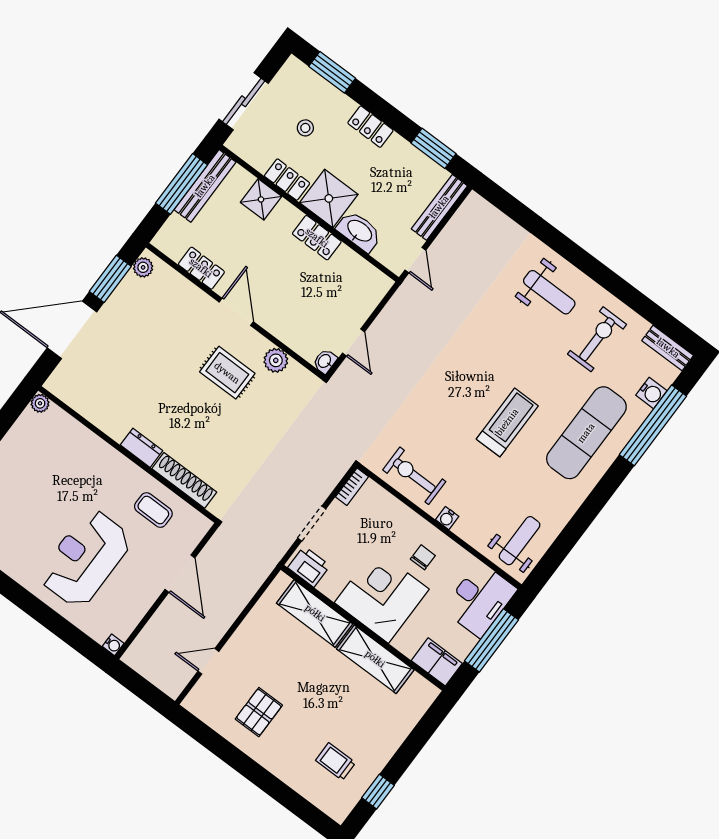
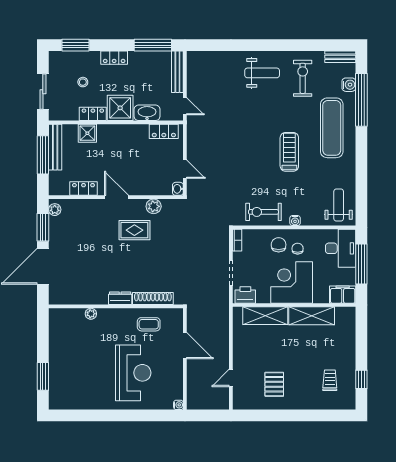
window: (434, 148) -> (153, 45), width x1.44
locker: (317, 238) -> (164, 131), moved
plant: (40, 403) -> (91, 314), moved
chair: (402, 534) -> (279, 245), added
reception desk: (85, 558) -> (133, 373), turned 180
trolley: (336, 762) -> (330, 380), turned 90

